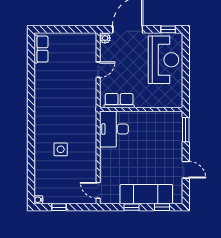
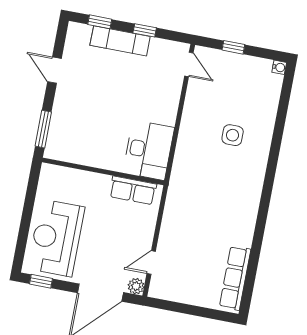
row of seats: (41, 49) -> (235, 278), width x1.48
door: (98, 70) -> (151, 262), moved
exam couch: (146, 194) -> (120, 41), width x0.73, depth x0.69
window: (59, 207) -> (233, 47), moved

